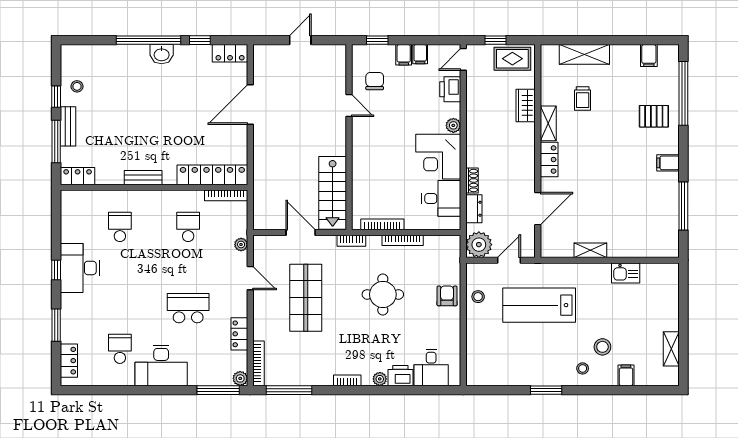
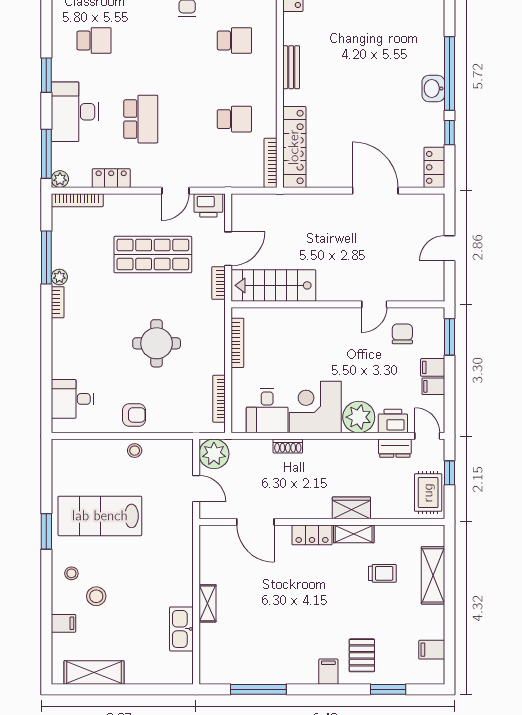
door: (300, 40) -> (449, 248), swing flipped
window: (377, 40) -> (449, 337), width x1.50
chair: (375, 81) -> (402, 334), turned -90
window: (683, 93) -> (388, 689), width x0.47
trolley: (583, 98) -> (382, 573), turned 180
wardrobe: (526, 106) -> (351, 508), moved
plant: (453, 125) -> (359, 417), width x1.88, depth x1.88
filing cabinet: (668, 163) -> (328, 672), moved
dresser: (474, 209) -> (395, 448), moved
bookcase: (403, 240) -> (219, 399), moved
bookcase: (351, 241) -> (218, 283), moved
plant: (241, 244) -> (214, 180), removed
shelving: (590, 250) -> (208, 603), moved
kitchen sink: (626, 273) -> (181, 629), width x1.38
armchair: (447, 296) -> (134, 415), moved
stool: (478, 297) -> (135, 451), moved
lab bench: (539, 305) -> (100, 516), moved, turned -90
shelving: (671, 349) -> (94, 672), width x1.50, depth x1.33
desk: (161, 365) -> (75, 112), moved
printer: (400, 376) -> (208, 205), moved, turned 90
plant: (380, 379) -> (59, 277), moved
window: (150, 390) -> (46, 75), added
window: (289, 390) -> (46, 258), moved

